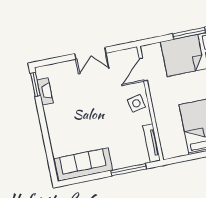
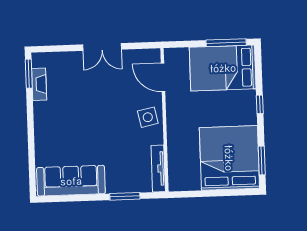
door: (143, 70) -> (163, 77), hinge flipped
window: (129, 170) -> (125, 196), width x0.69

